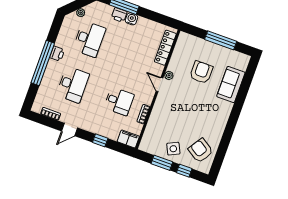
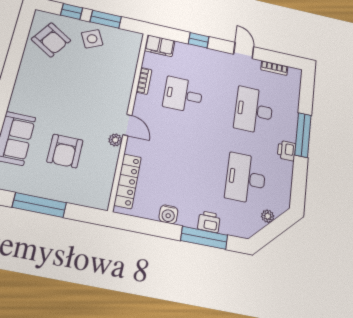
water cooler: (131, 19) -> (168, 214), moved
window: (43, 63) -> (303, 135), width x0.68
door: (70, 129) -> (244, 50), hinge flipped

